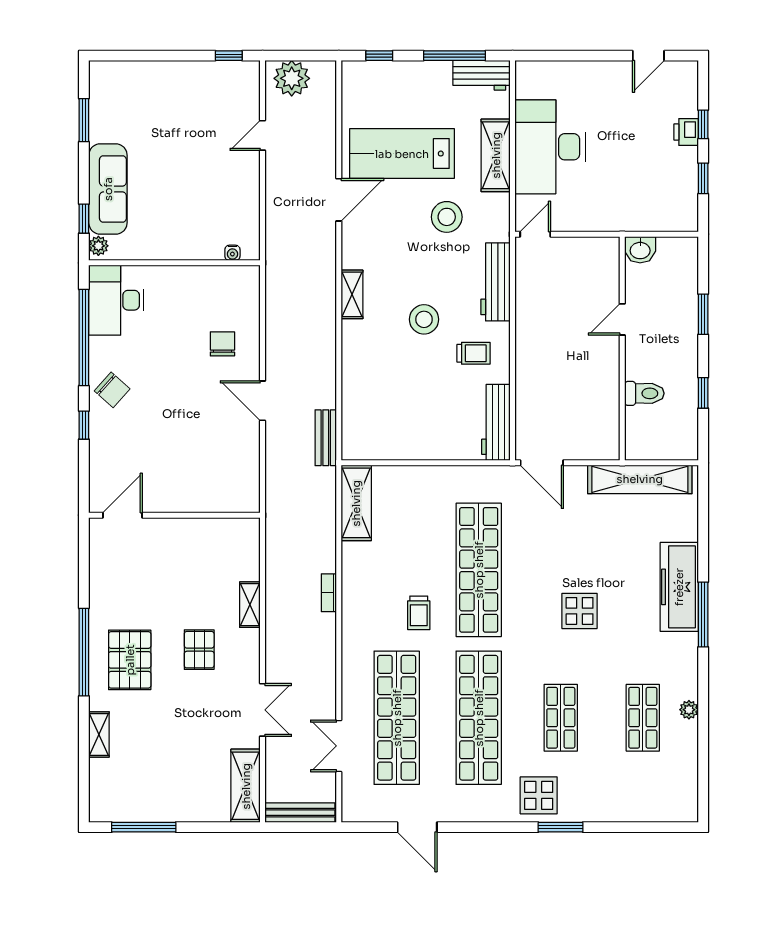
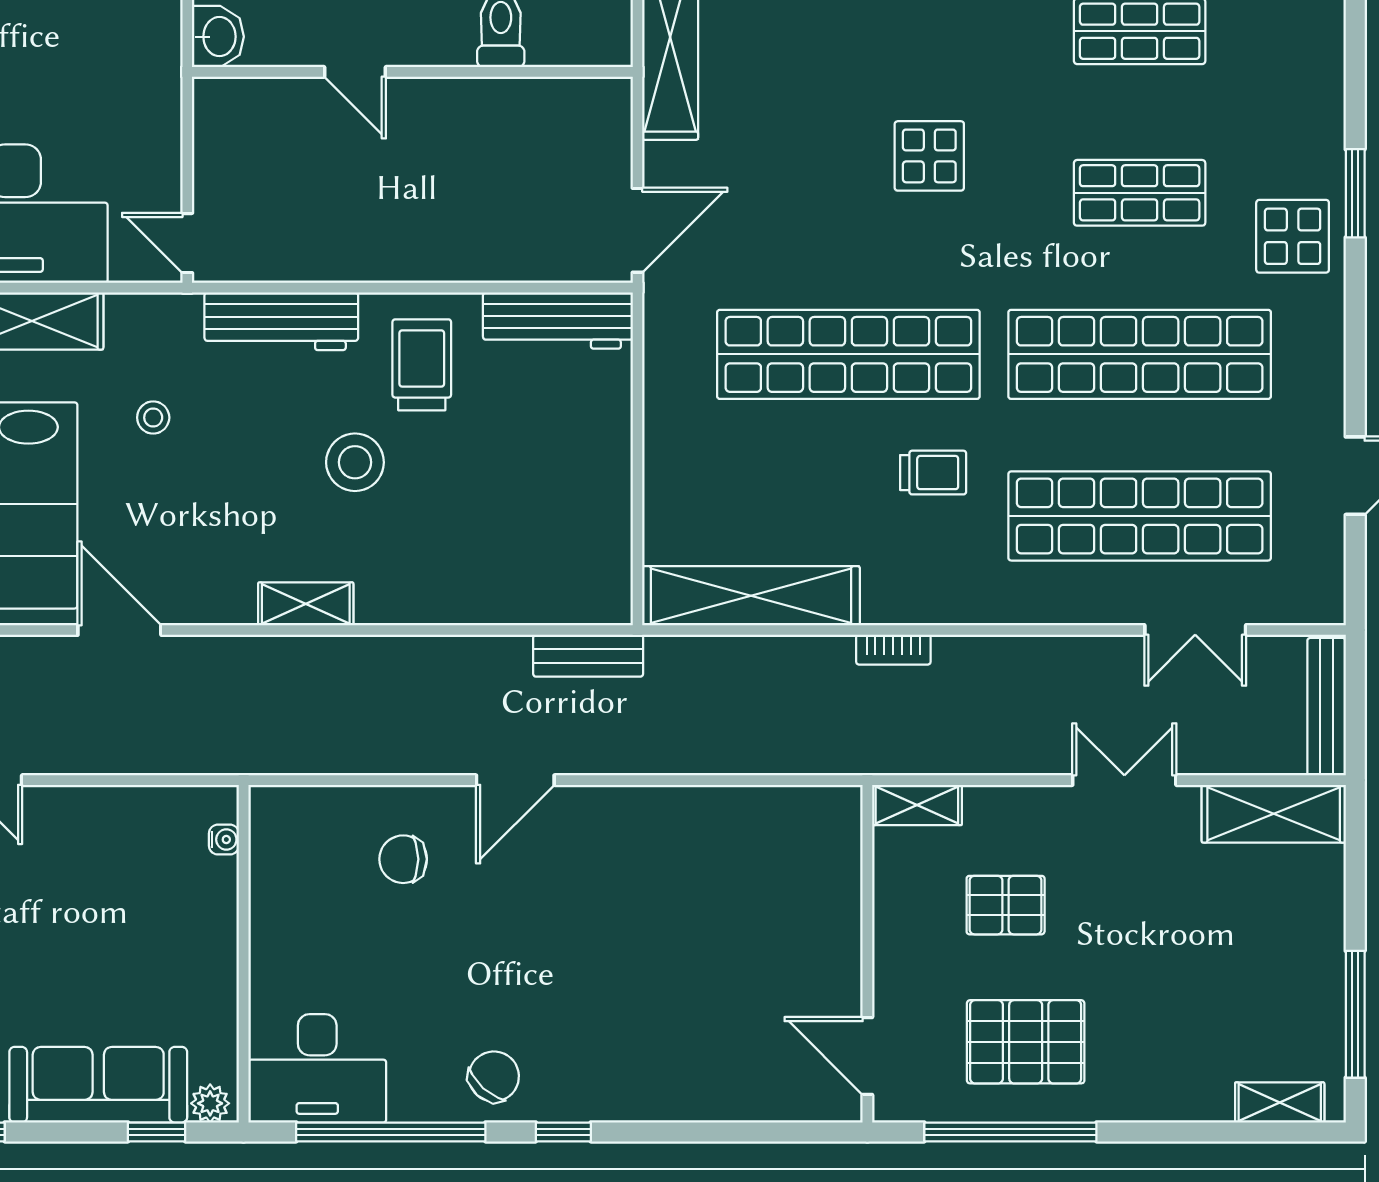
stool: (447, 217) -> (153, 418), width x0.53, depth x0.53
trolley: (473, 353) -> (422, 365), width x1.36, depth x1.39
shelving: (356, 503) -> (751, 596), width x1.47
door: (123, 515) -> (867, 1056), moved
wall: (174, 515) -> (867, 954), moved
shelving: (99, 734) -> (1280, 1102), moved

